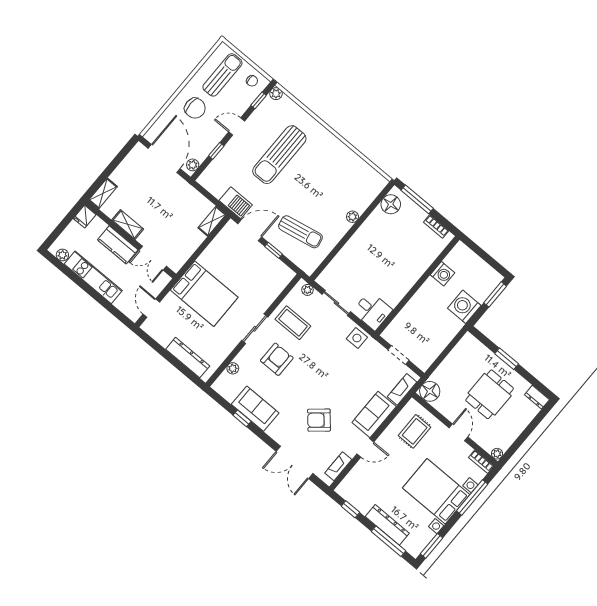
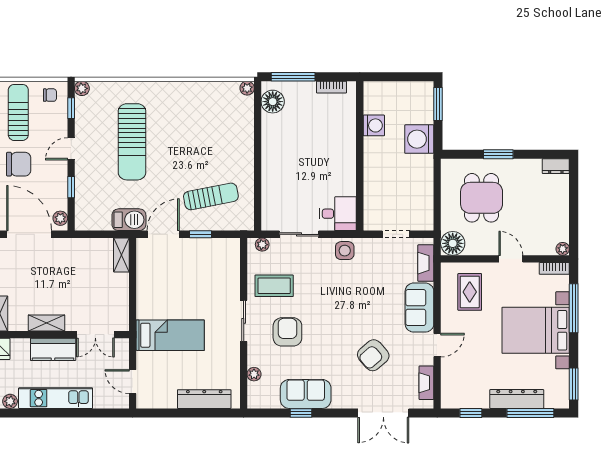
plant: (352, 217) -> (247, 88), moved
bed: (204, 294) -> (170, 335), width x0.67
dining table: (490, 394) -> (482, 198), moved

